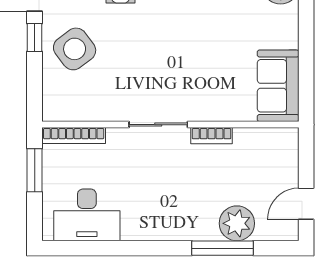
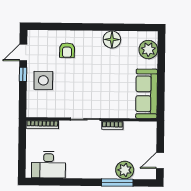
side table: (75, 49) -> (43, 80), turned 37
sofa: (278, 86) -> (147, 94), width x1.36
window: (35, 170) -> (22, 142), removed

